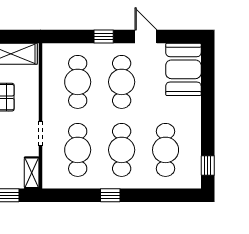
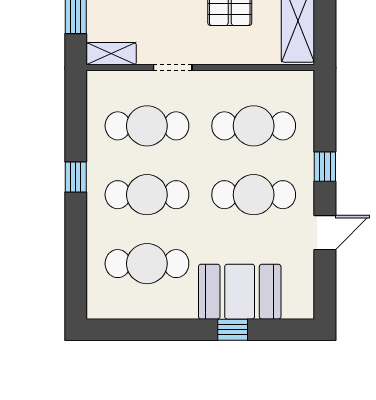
booth: (183, 69) -> (240, 292), moved
window: (208, 165) -> (233, 330), moved

